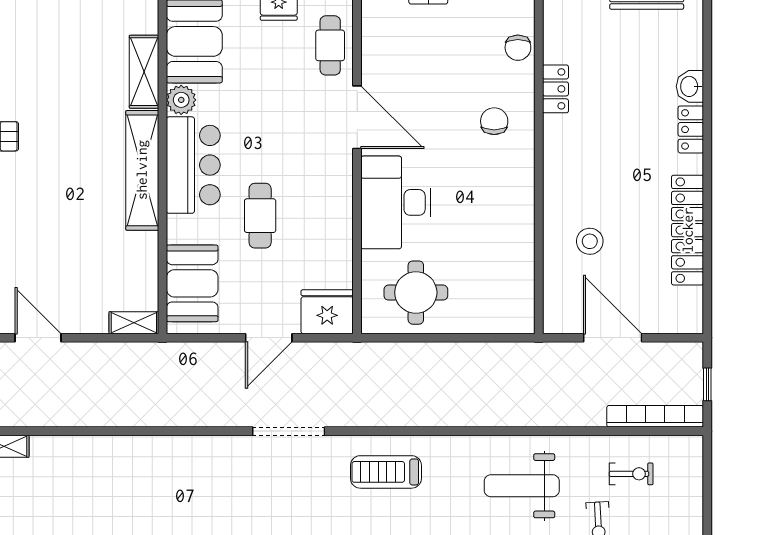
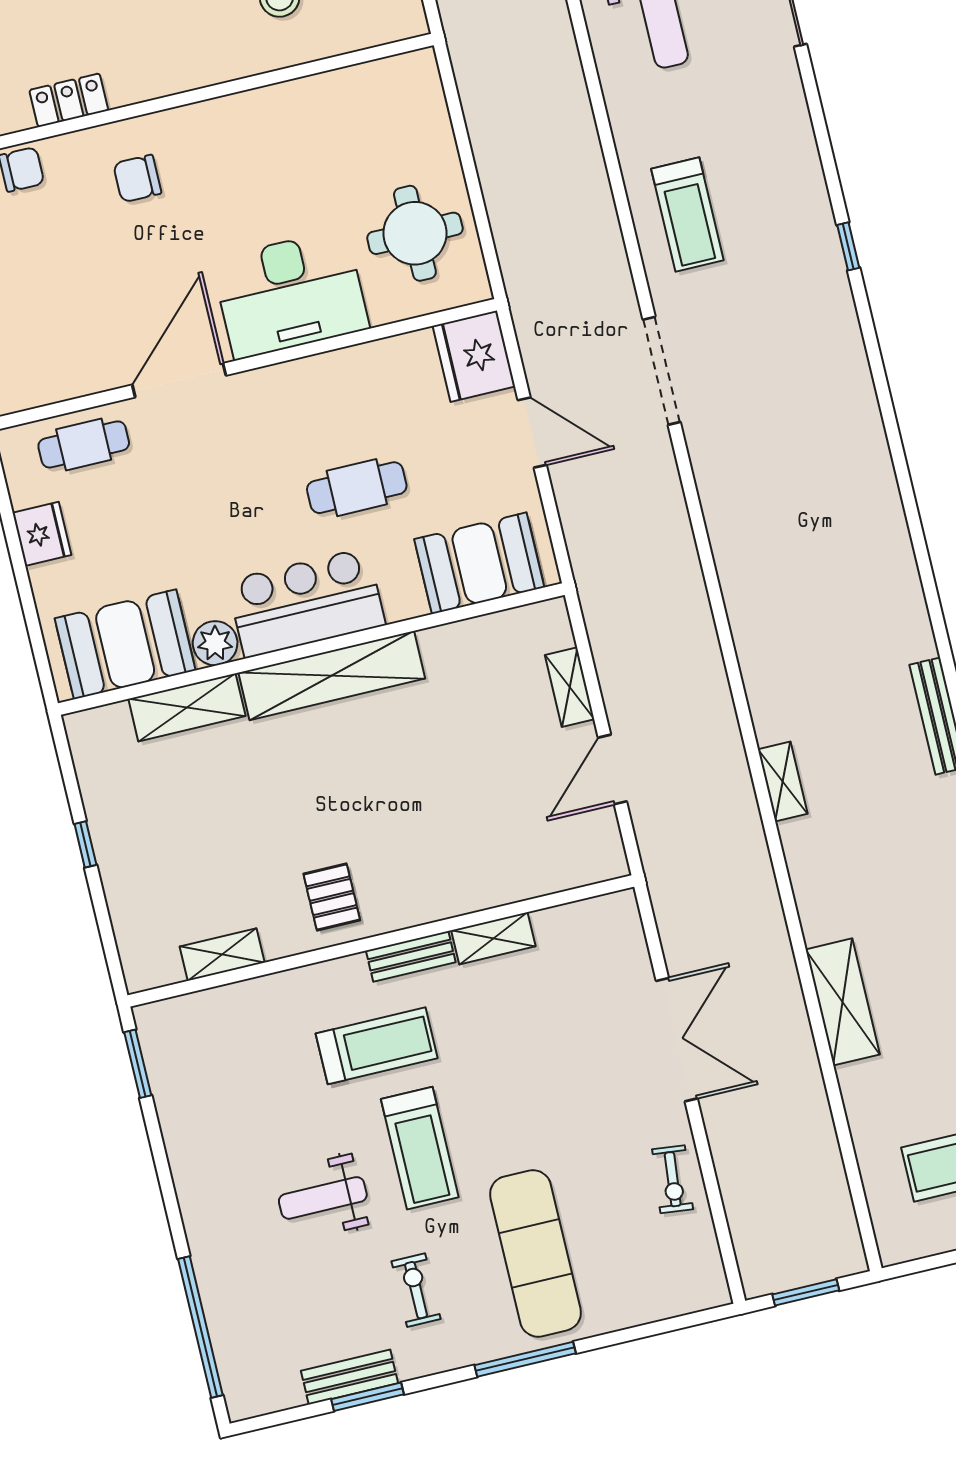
shelving: (134, 323) -> (570, 687), moved

